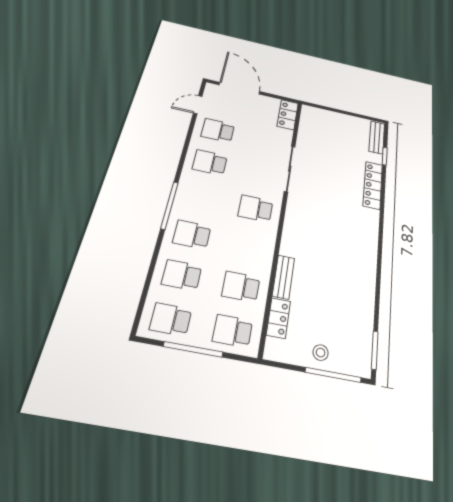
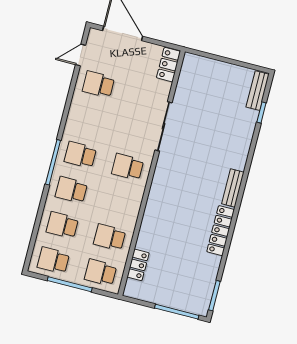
school desk: (210, 162) -> (80, 155), moved
locker: (373, 185) -> (221, 231), moved
bench: (283, 277) -> (233, 188), moved
stool: (321, 353) -> (169, 294), removed

